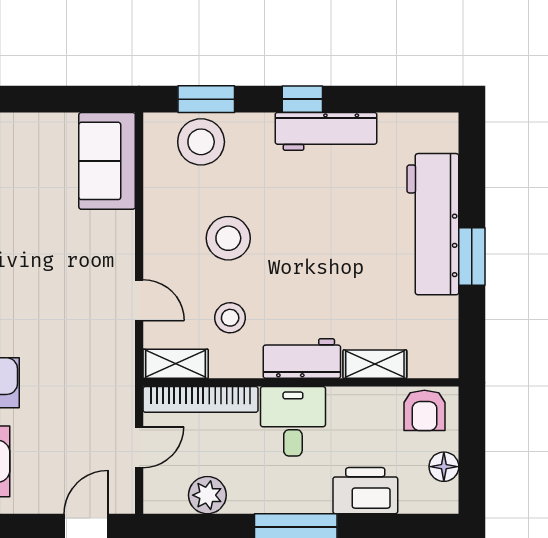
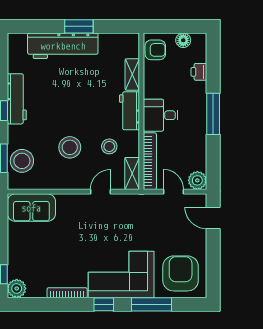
printer: (365, 491) -> (199, 72), width x0.53, depth x0.68
plant: (207, 495) -> (197, 180), moved

